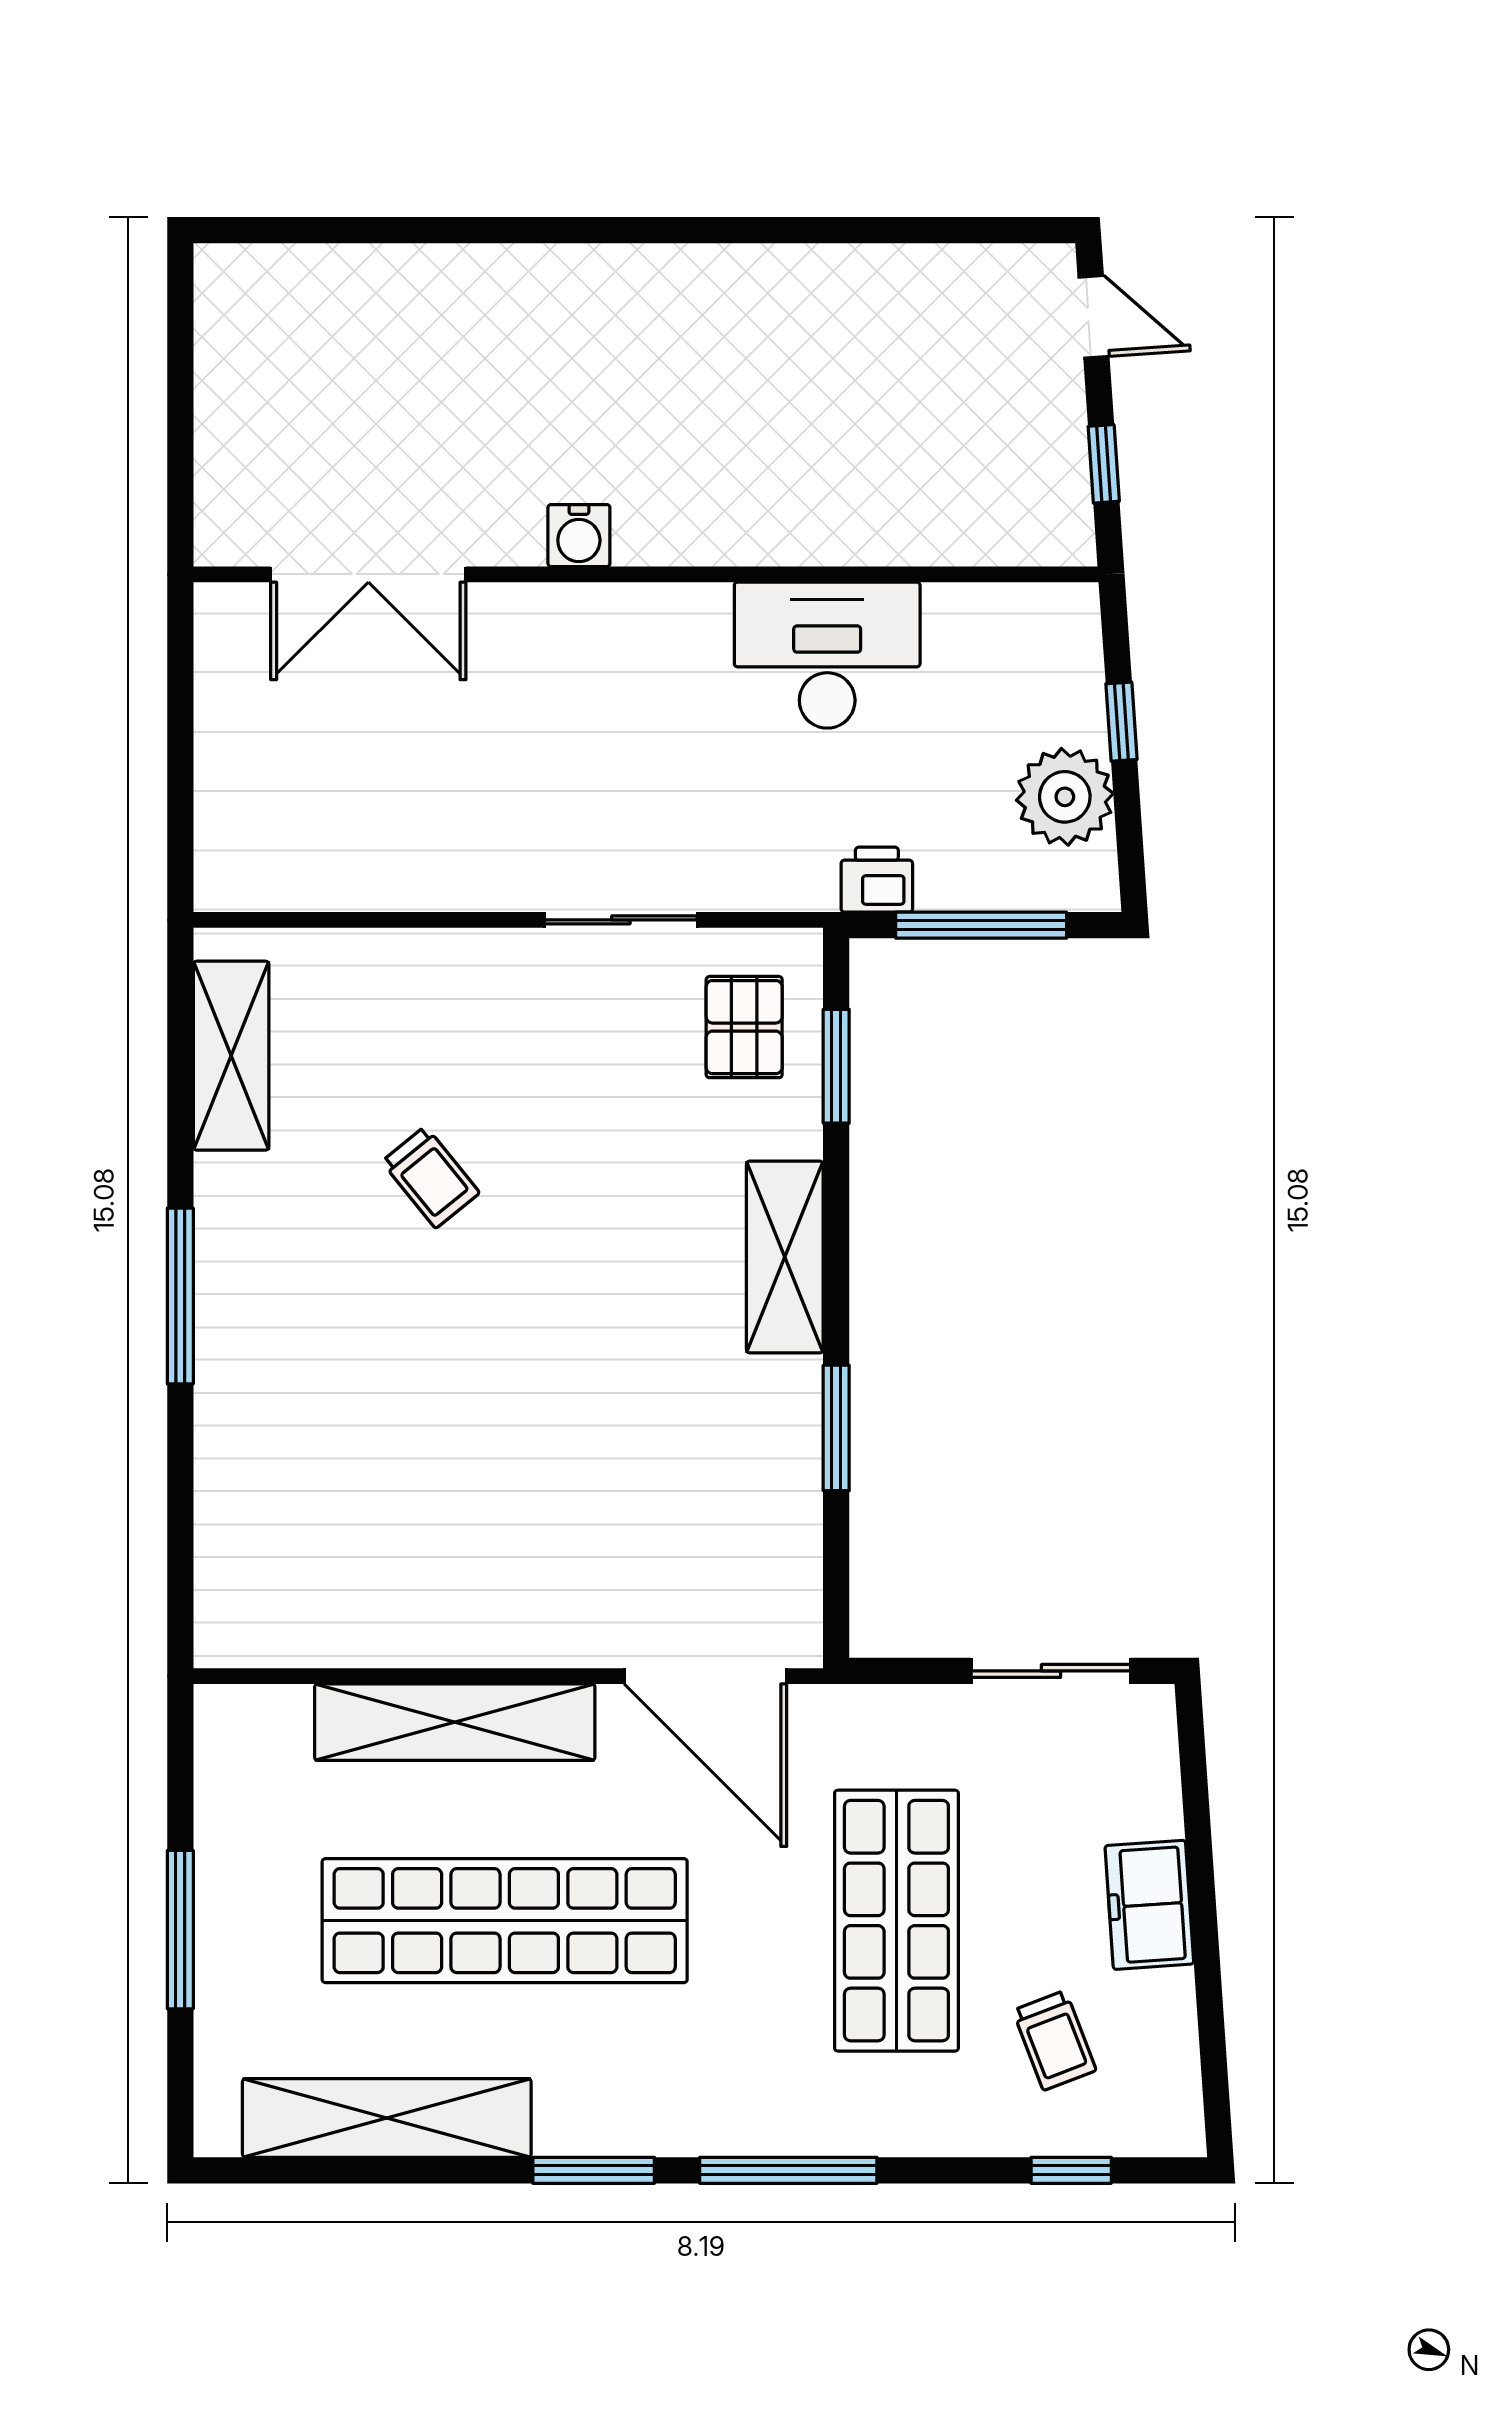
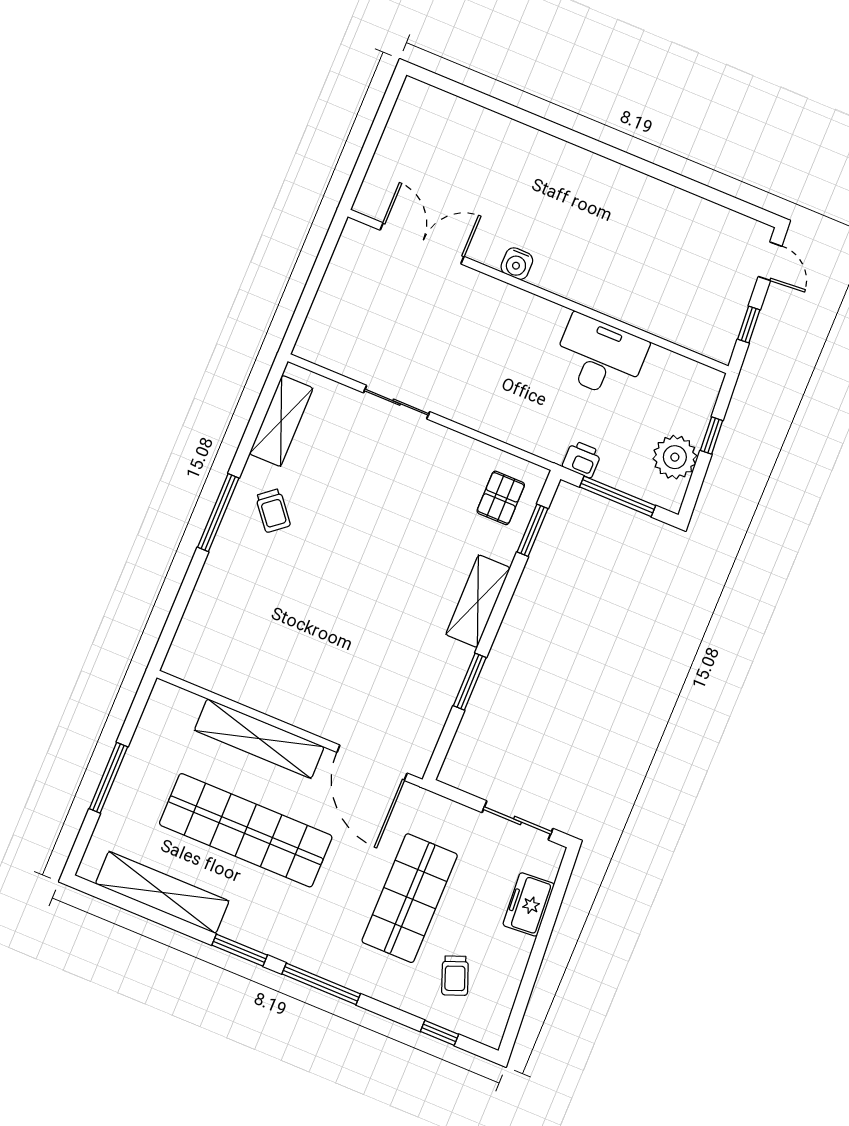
double door: (368, 574) -> (422, 243), swing flipped
sliding door: (621, 920) -> (397, 402), moved
trolley: (431, 1177) -> (273, 511), moved
freezer: (1149, 1905) -> (529, 904), moved

